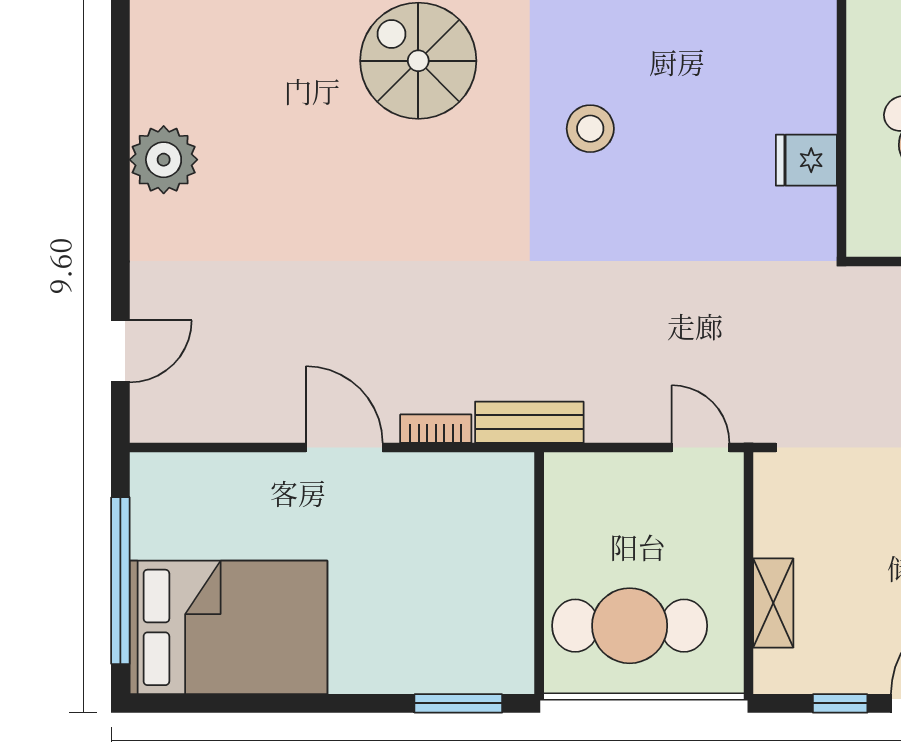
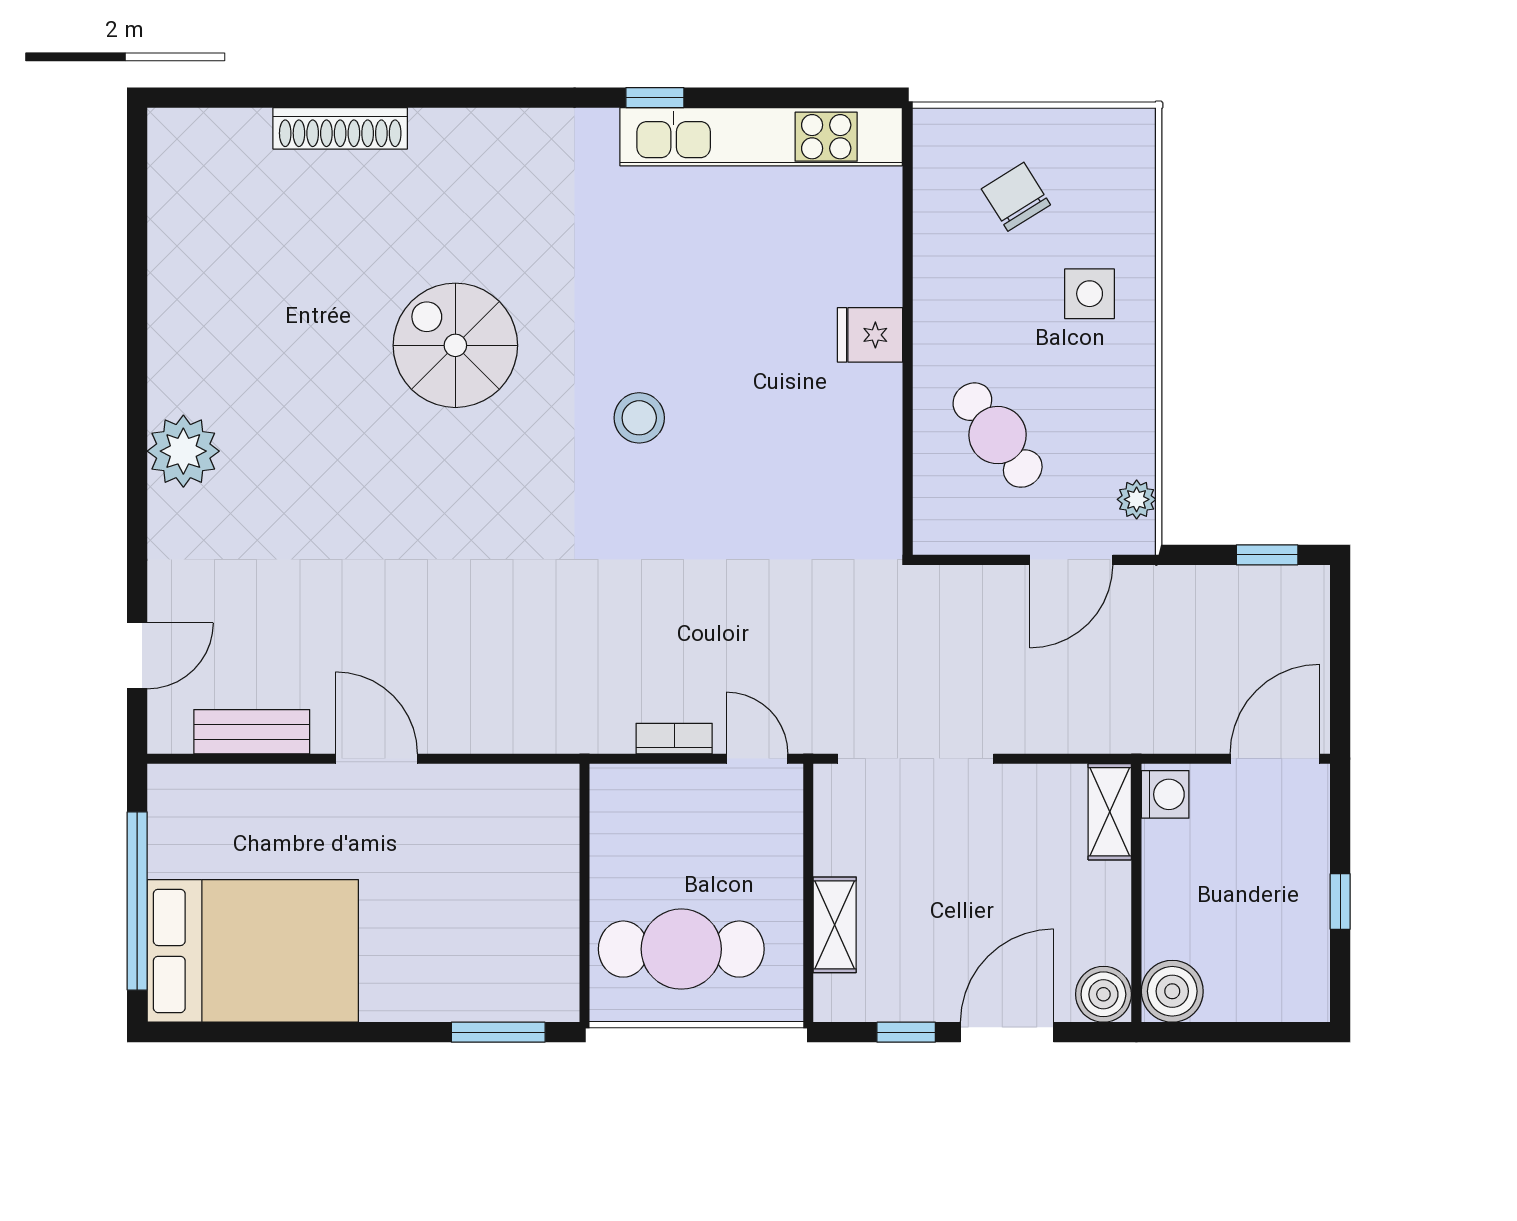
fridge: (806, 160) -> (870, 335), moved
bench: (529, 422) -> (252, 732), moved
bookcase: (436, 429) -> (674, 739), moved

